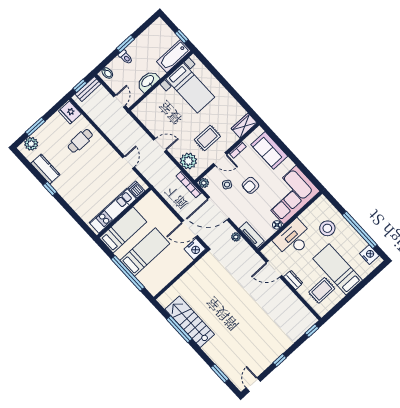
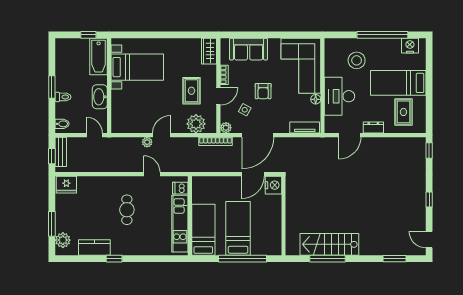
cafe table: (80, 141) -> (127, 210), moved
plant: (236, 237) -> (147, 142), moved

